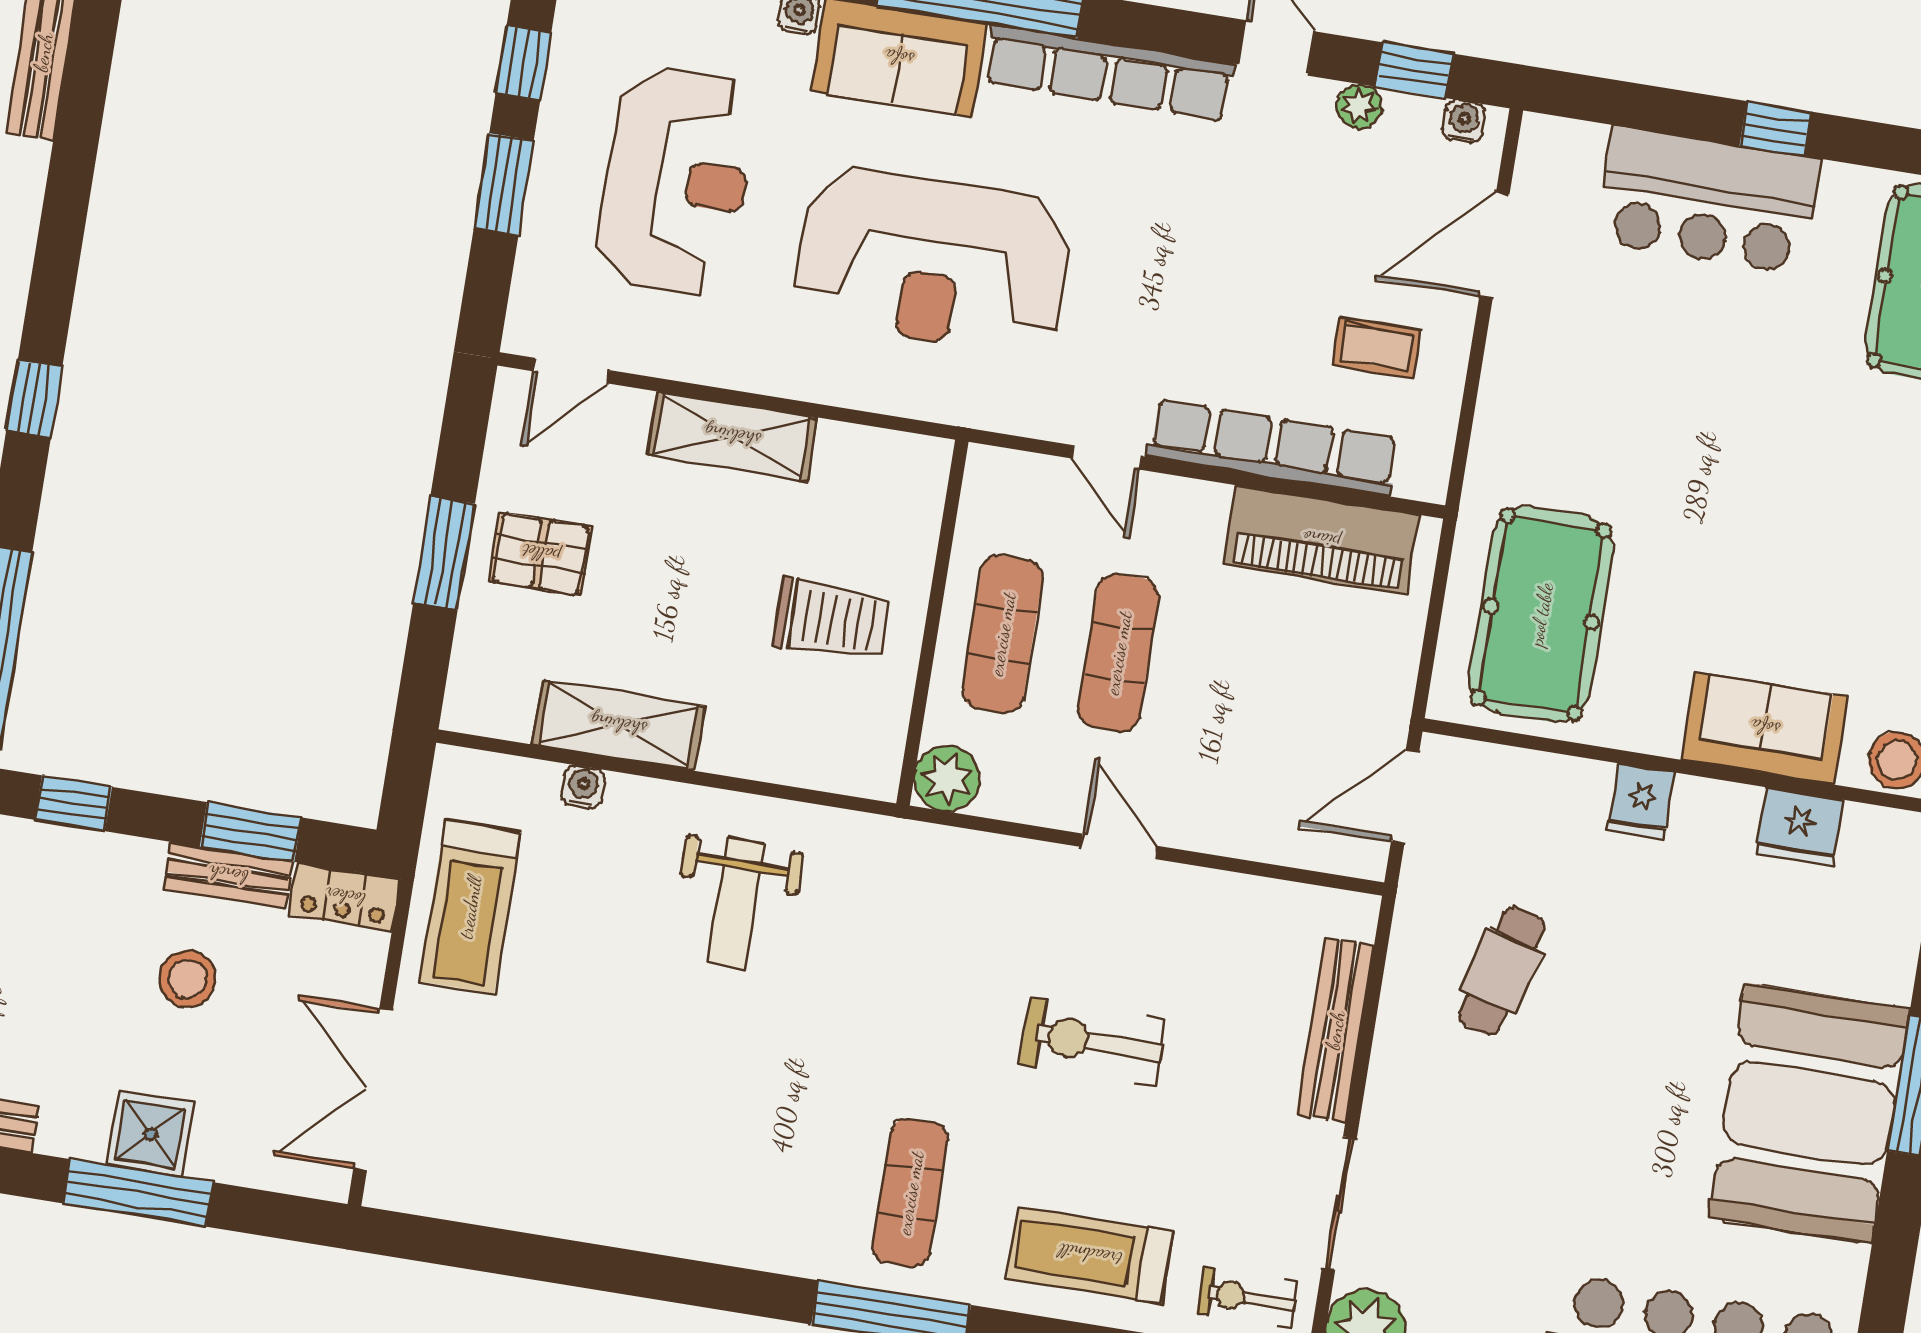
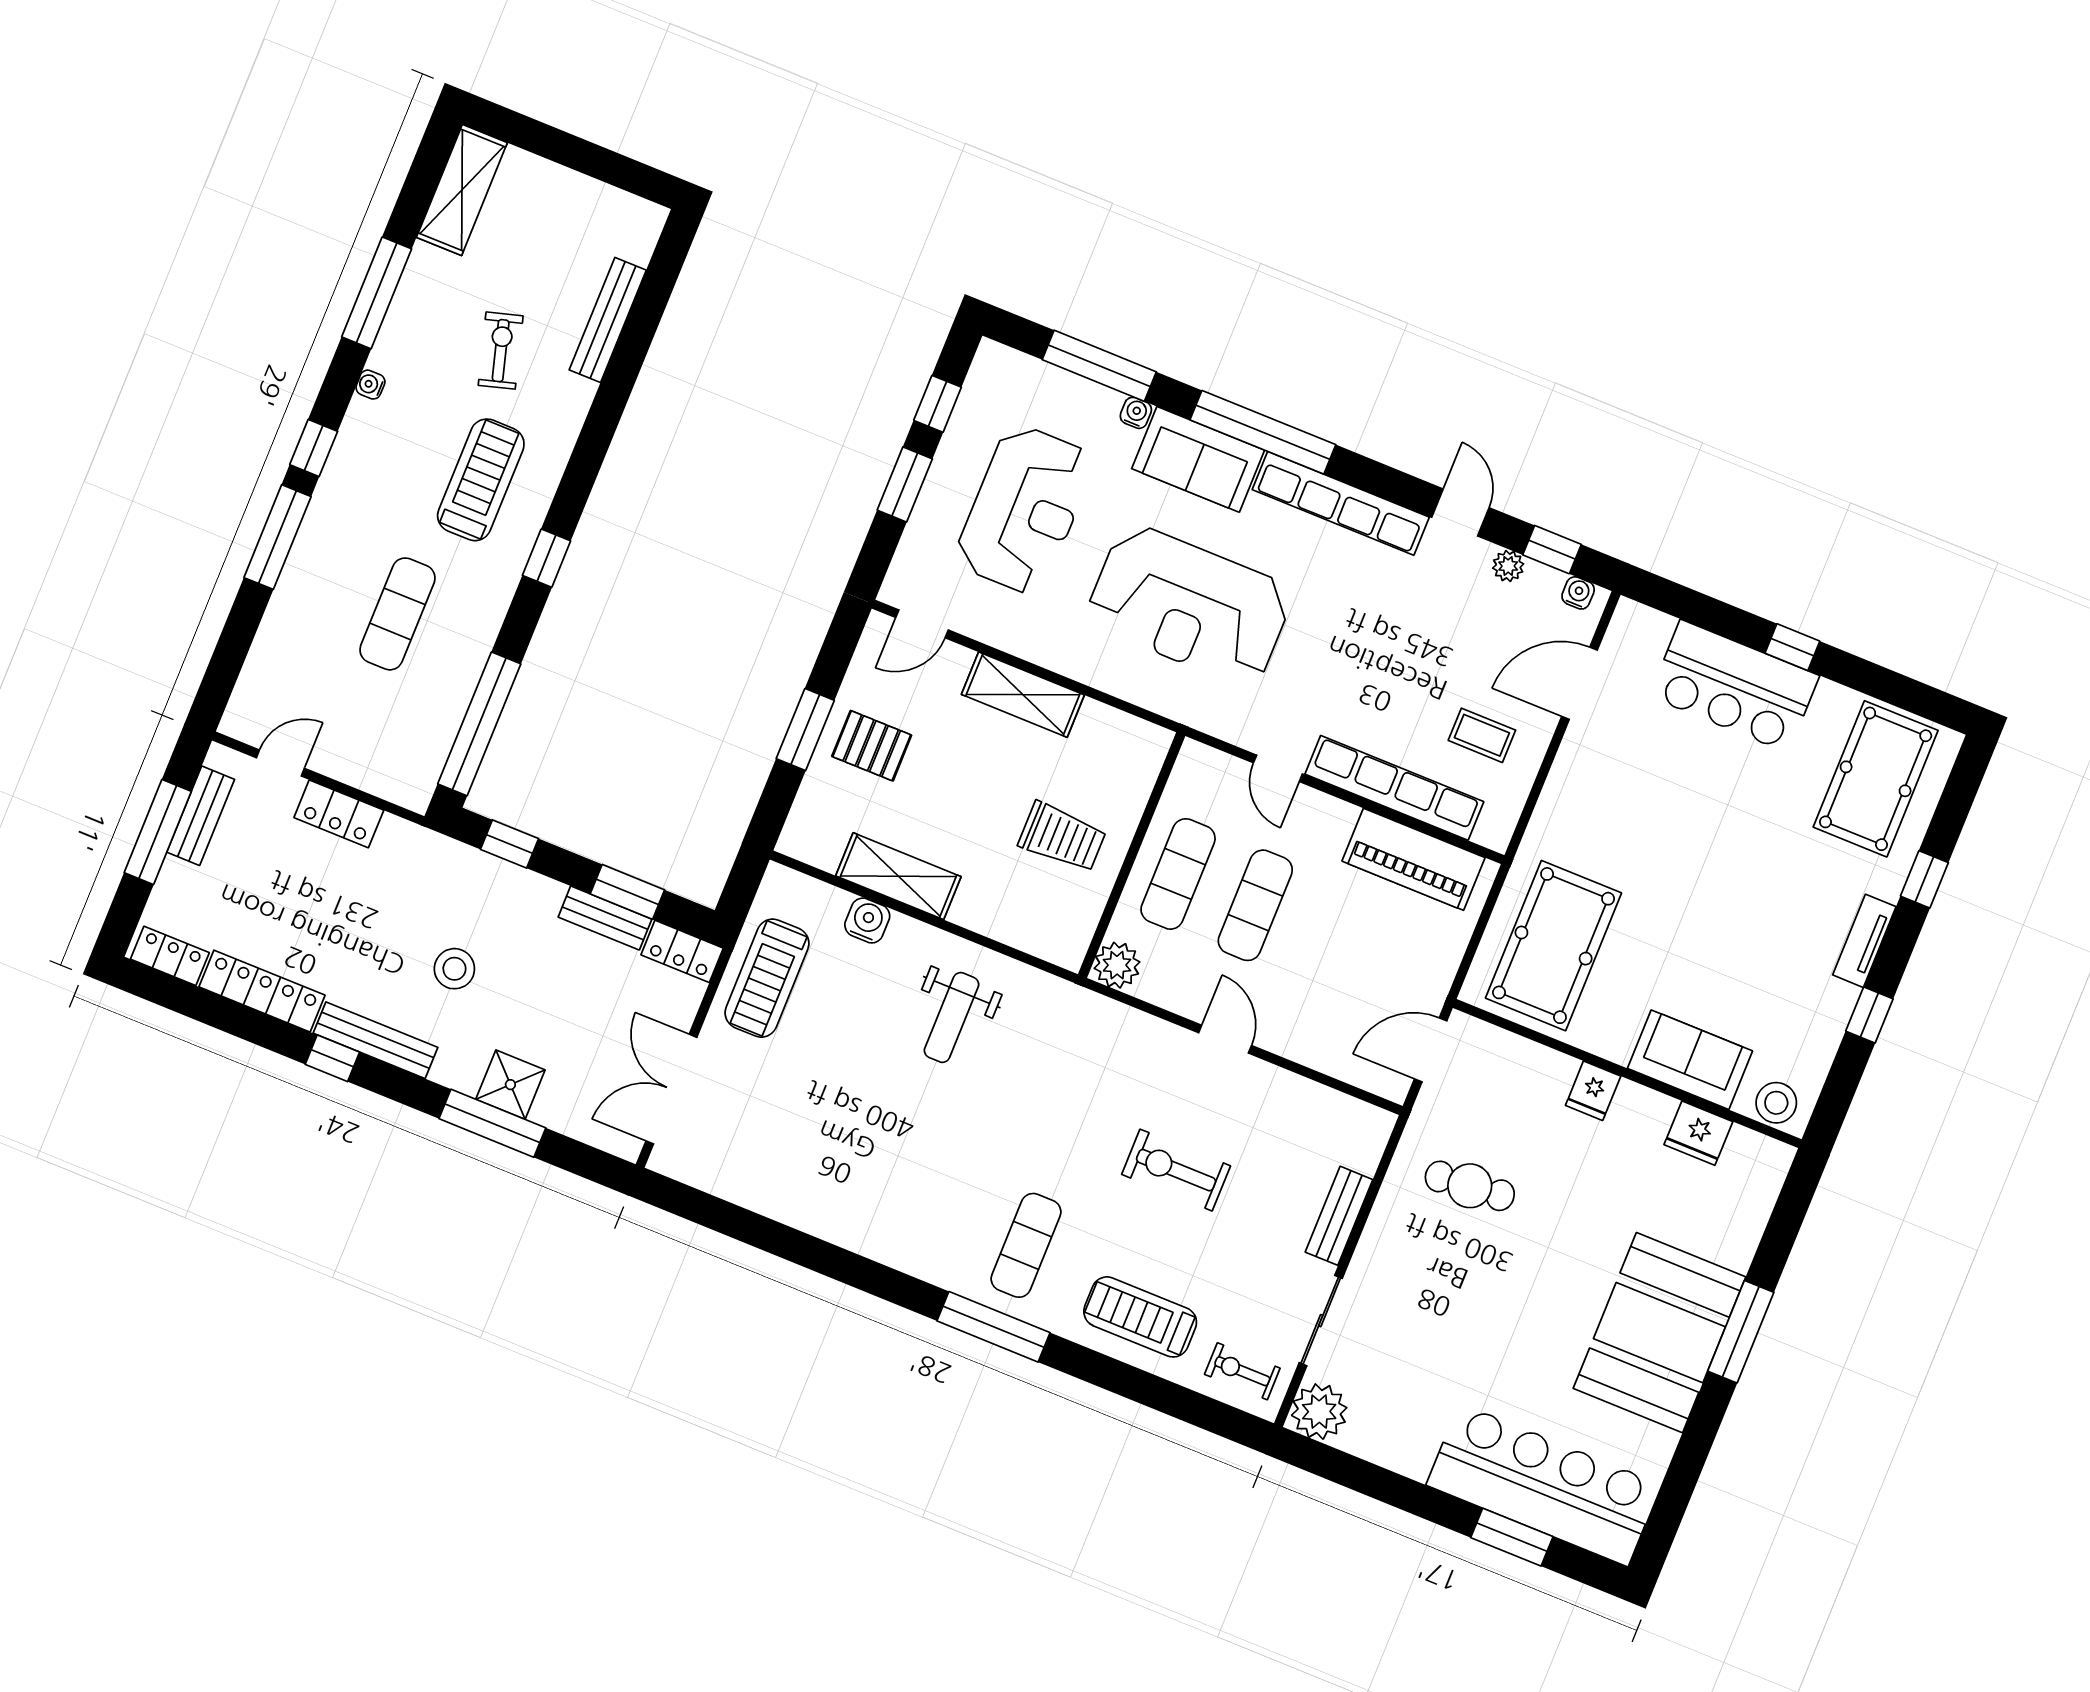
water cooler: (583, 787) -> (867, 921), width x1.38, depth x1.38
cafe table: (1502, 971) -> (1470, 1186), turned 70
stool: (188, 979) -> (454, 969), moved
bench: (1335, 1030) -> (1339, 1216), width x0.73

